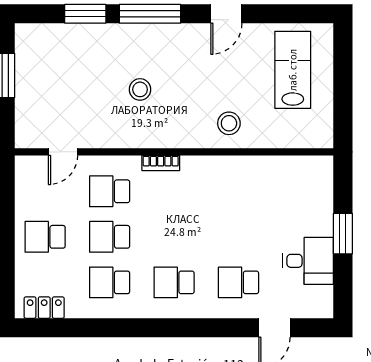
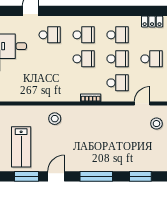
window: (85, 14) -> (140, 176), moved
window: (282, 14) -> (27, 176), added
stool: (140, 89) -> (156, 124), moved
school desk: (174, 237) -> (84, 59), added

